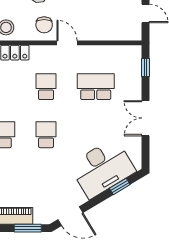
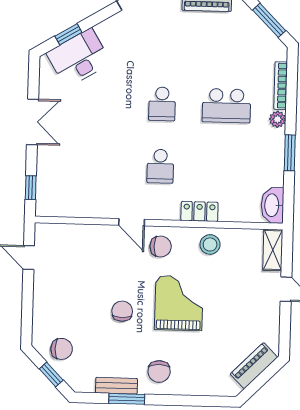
chair: (44, 25) -> (161, 246), turned 90
school desk: (96, 87) -> (96, 164), removed
desk: (102, 168) -> (79, 58), width x0.73, depth x0.77

